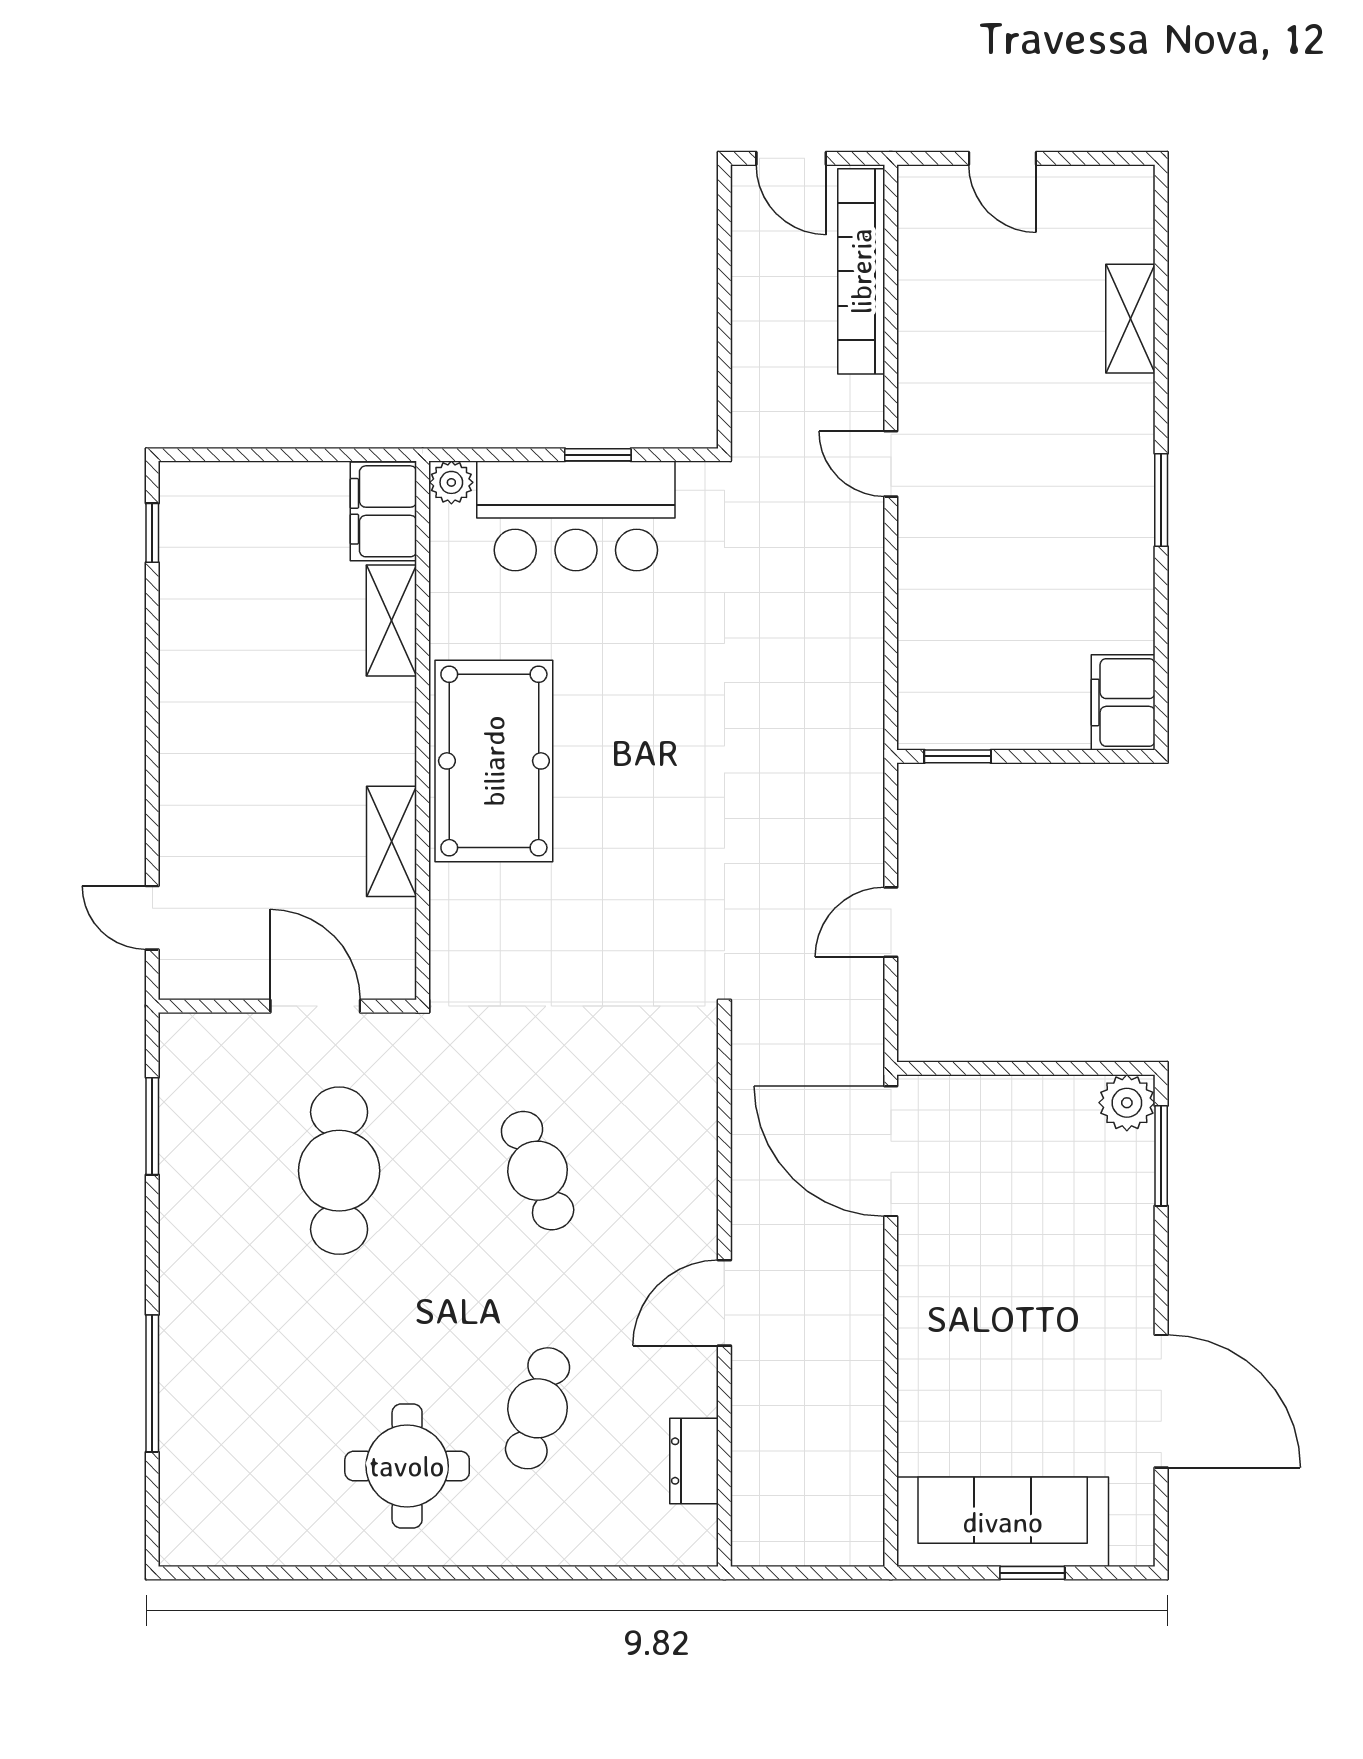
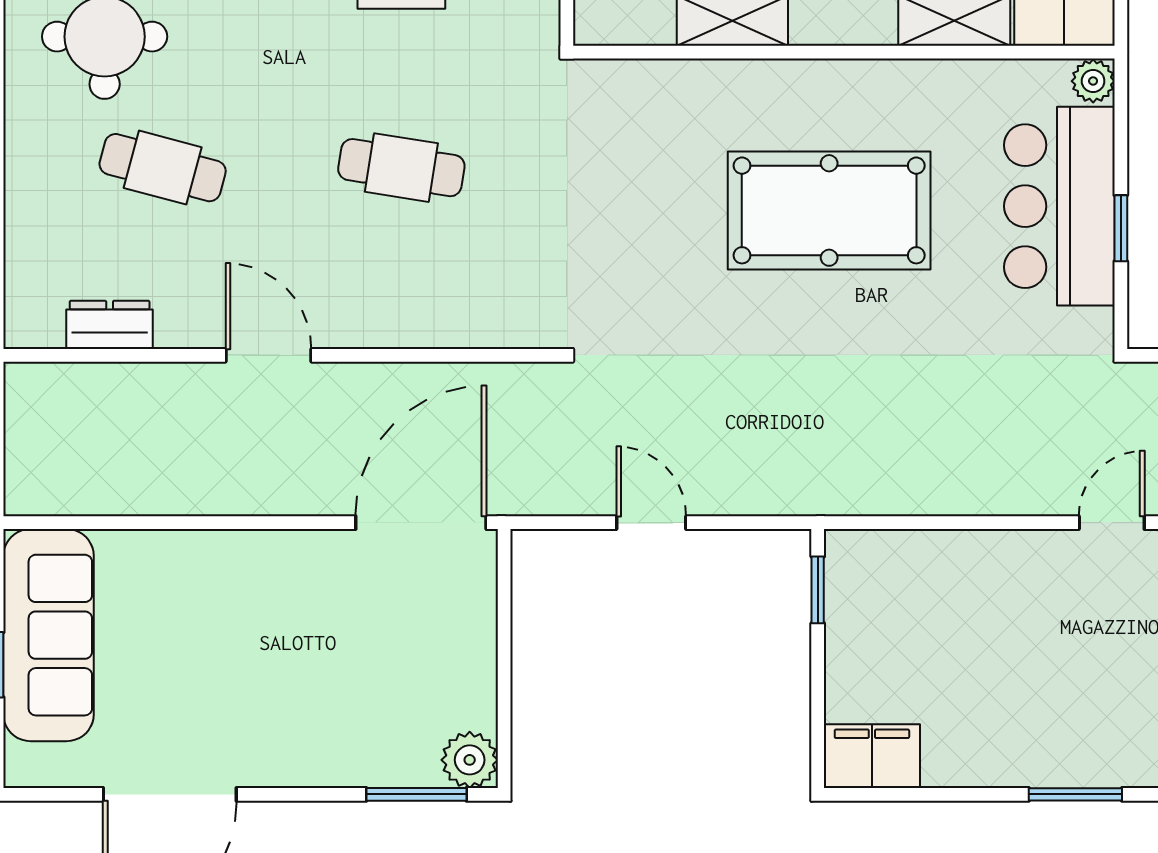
pool table: (494, 761) -> (829, 210), moved
cafe table: (538, 1171) -> (401, 168), turned 30

